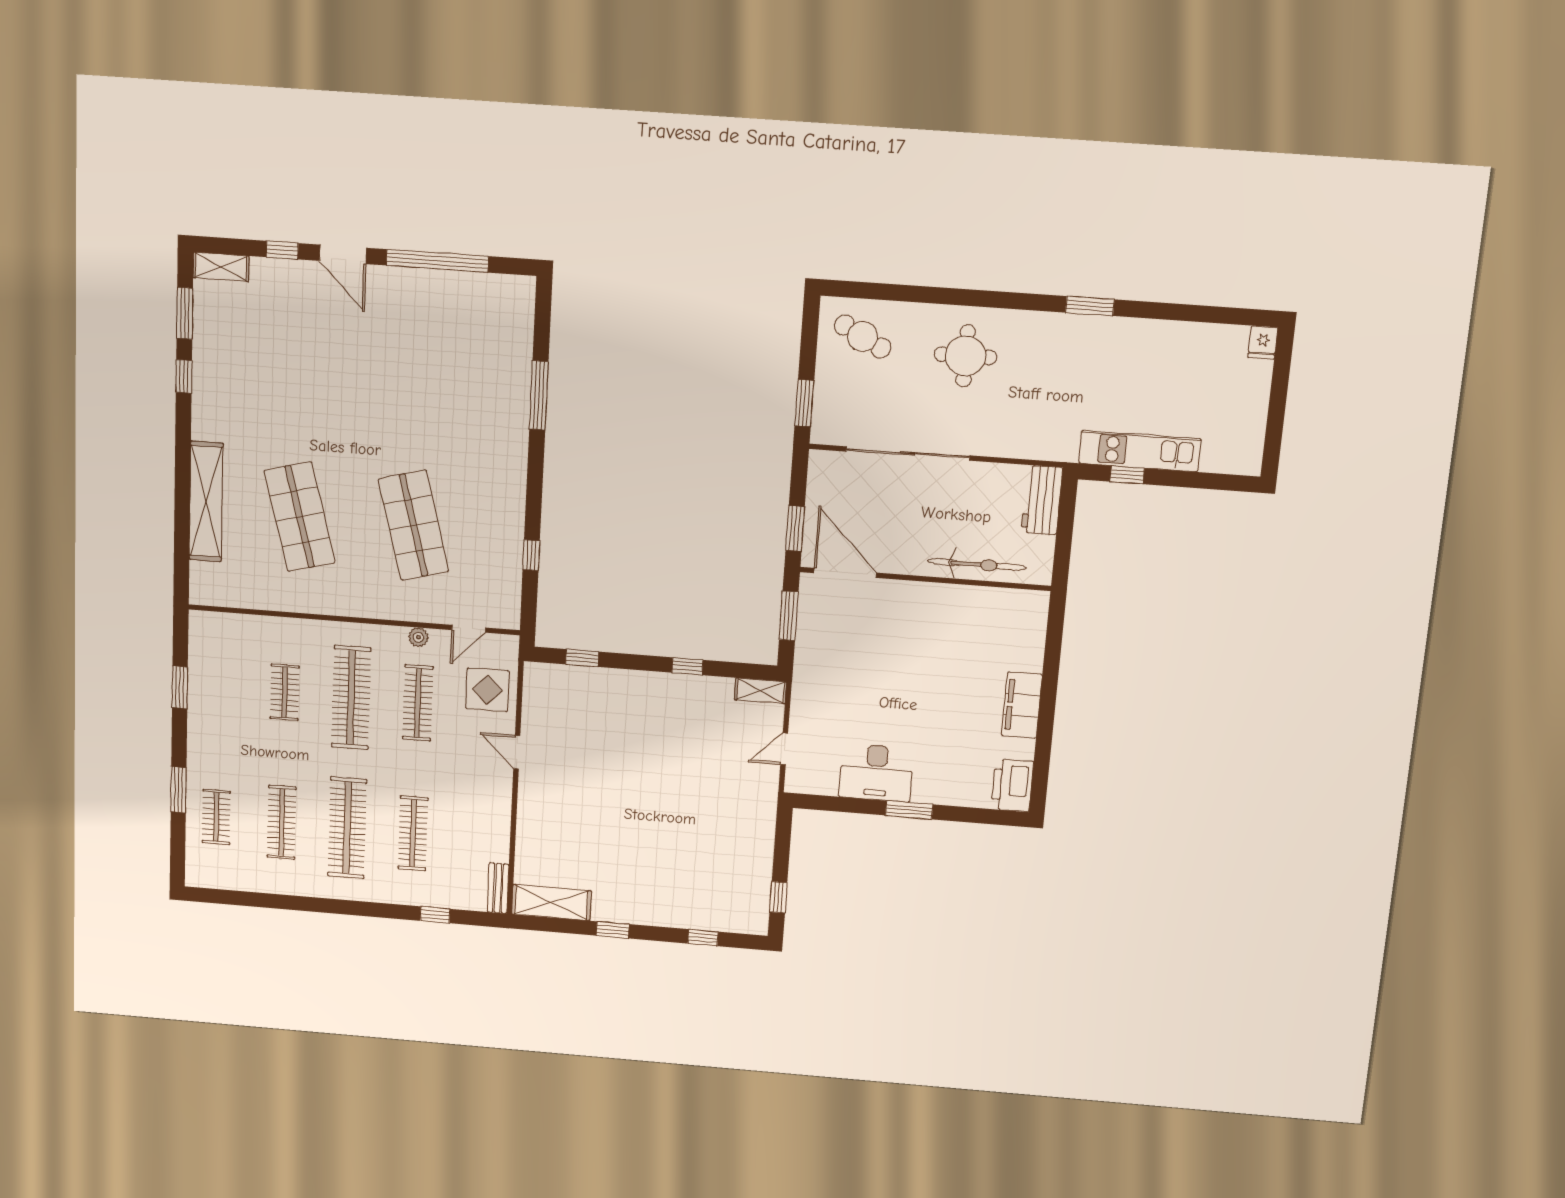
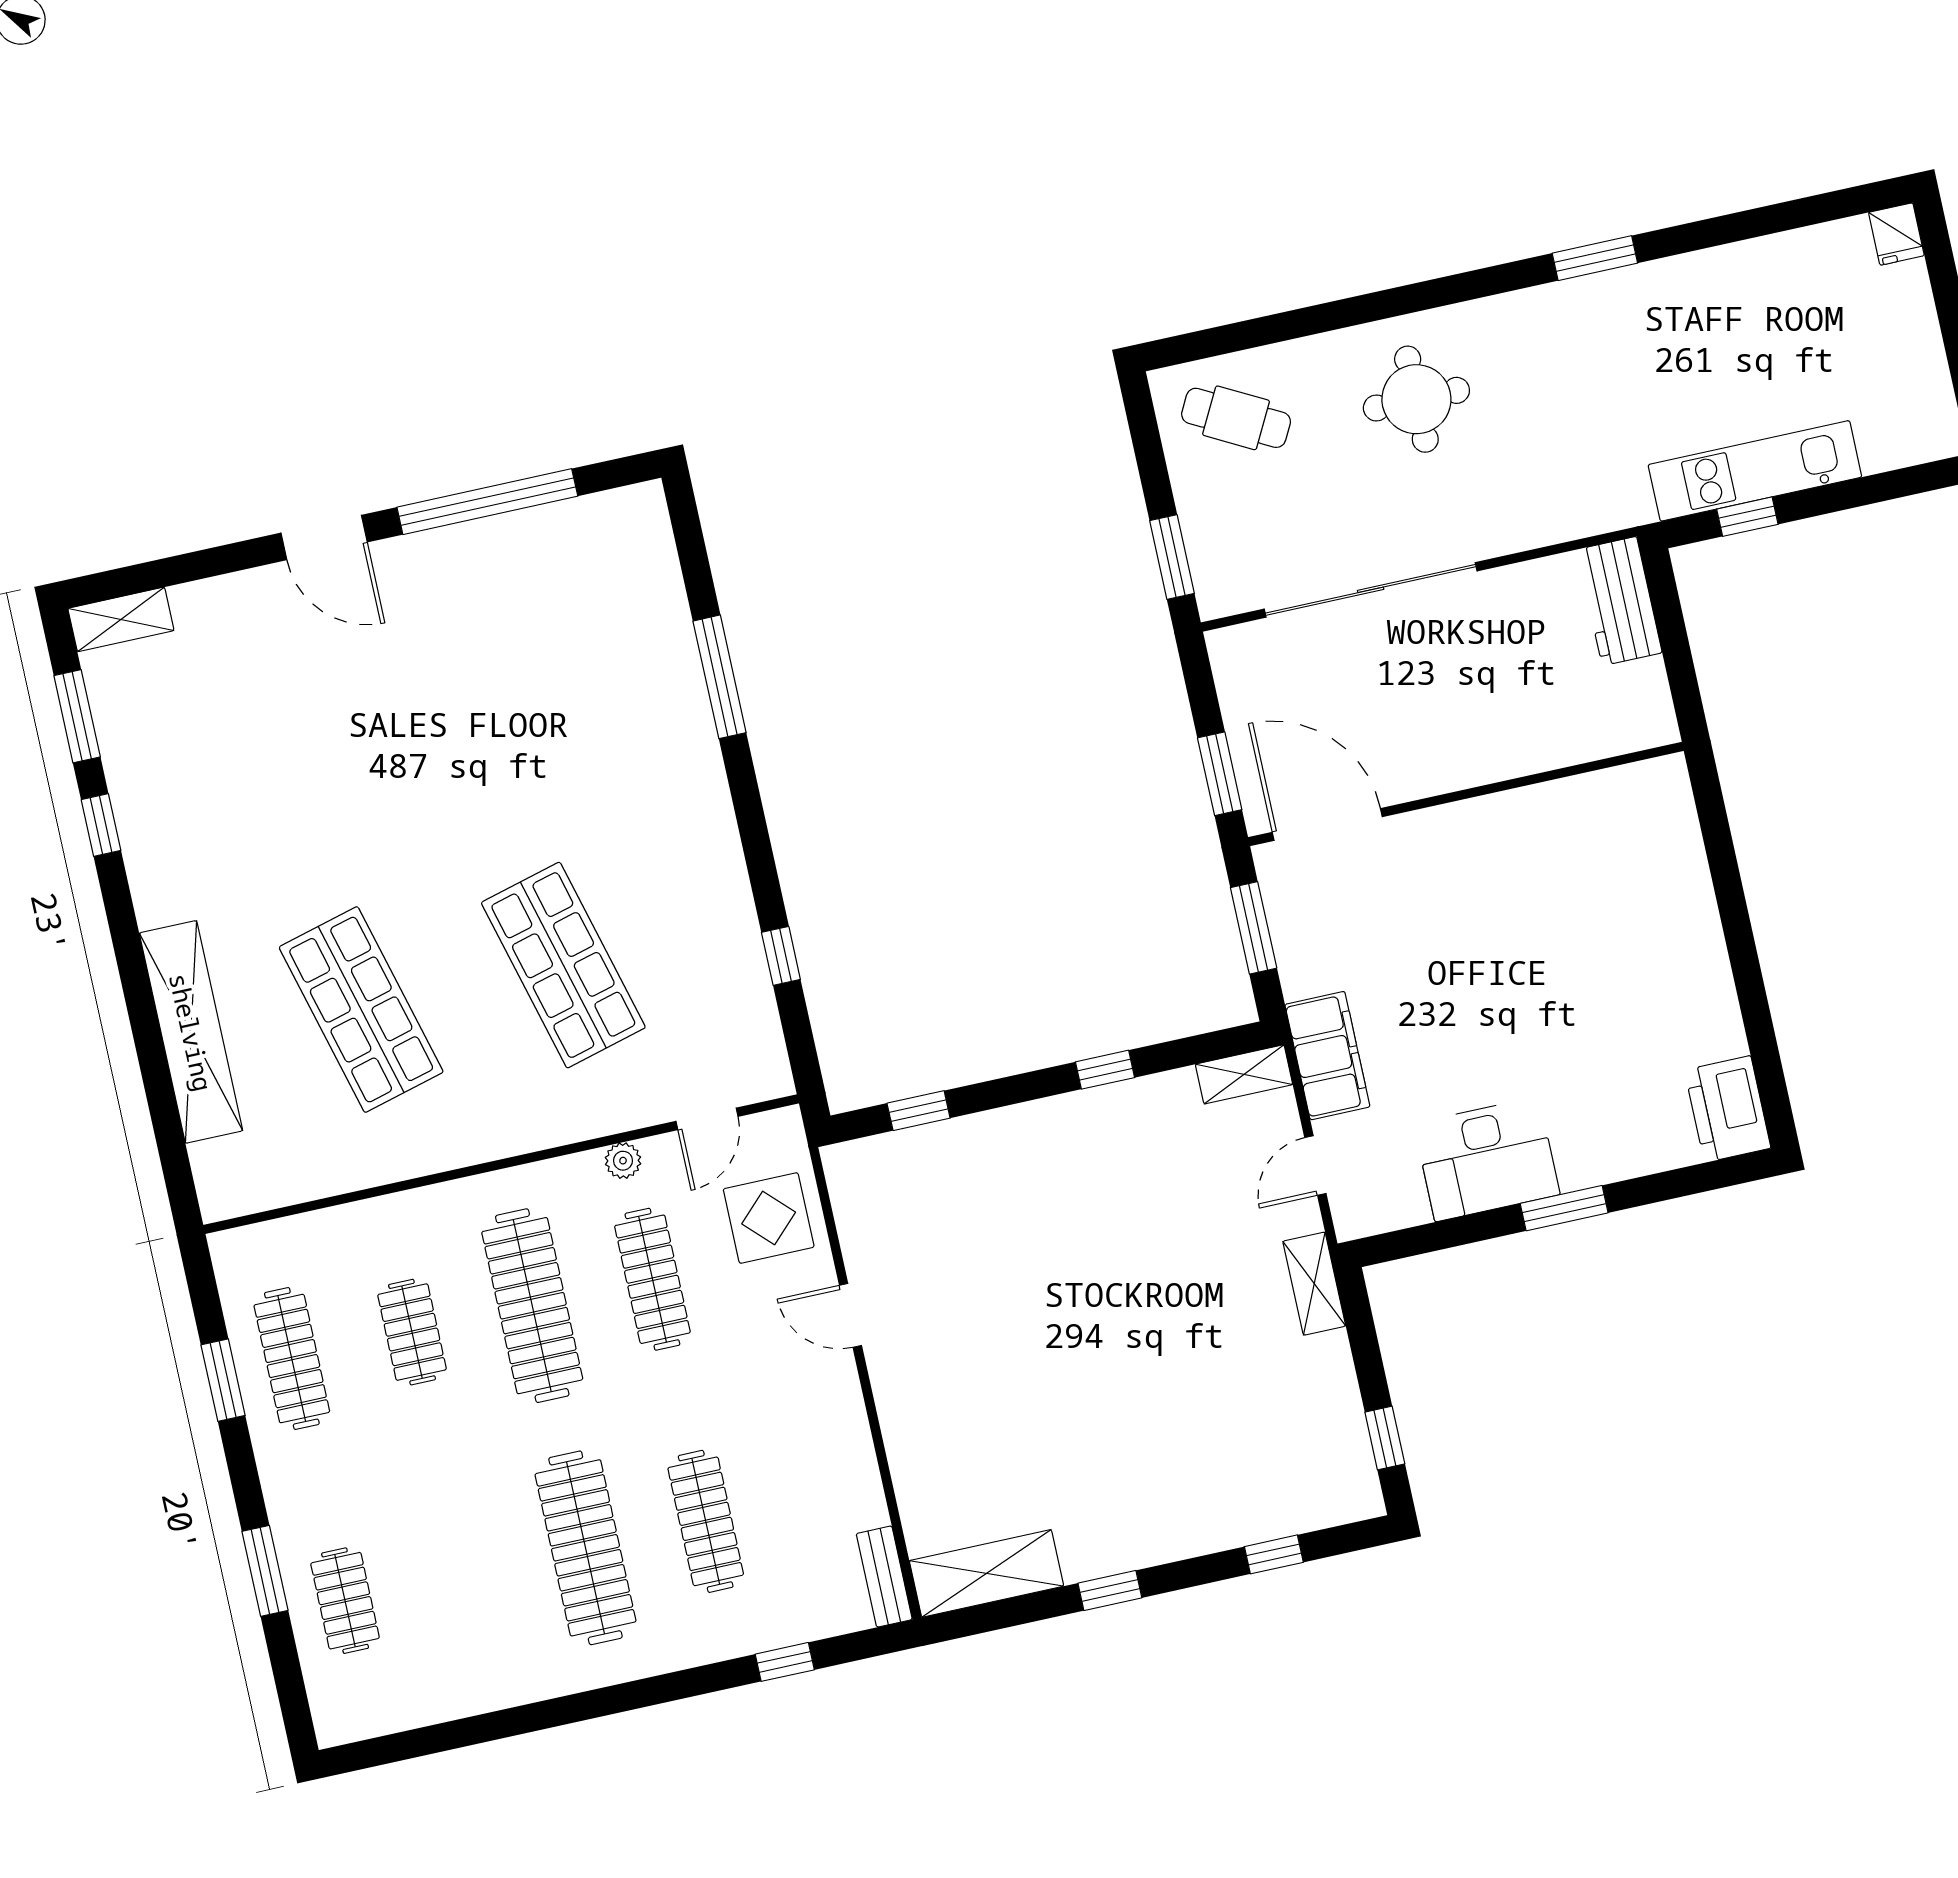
window: (282, 250) -> (219, 561), removed
bicycle: (977, 564) -> (1545, 743), removed
filing cabinet: (1022, 705) -> (1327, 1056), moved, turned 180
shelving: (765, 809) -> (1314, 1284), added
clothes rail: (282, 822) -> (292, 1359), moved

